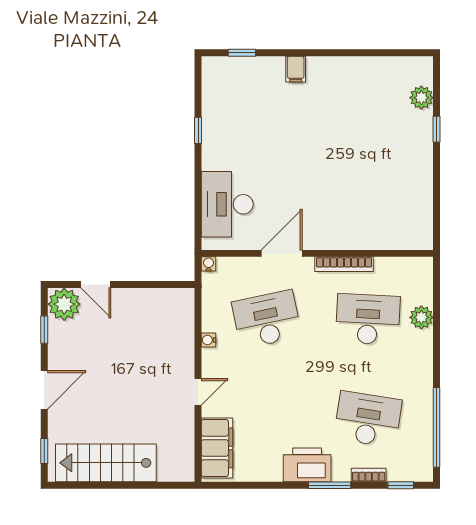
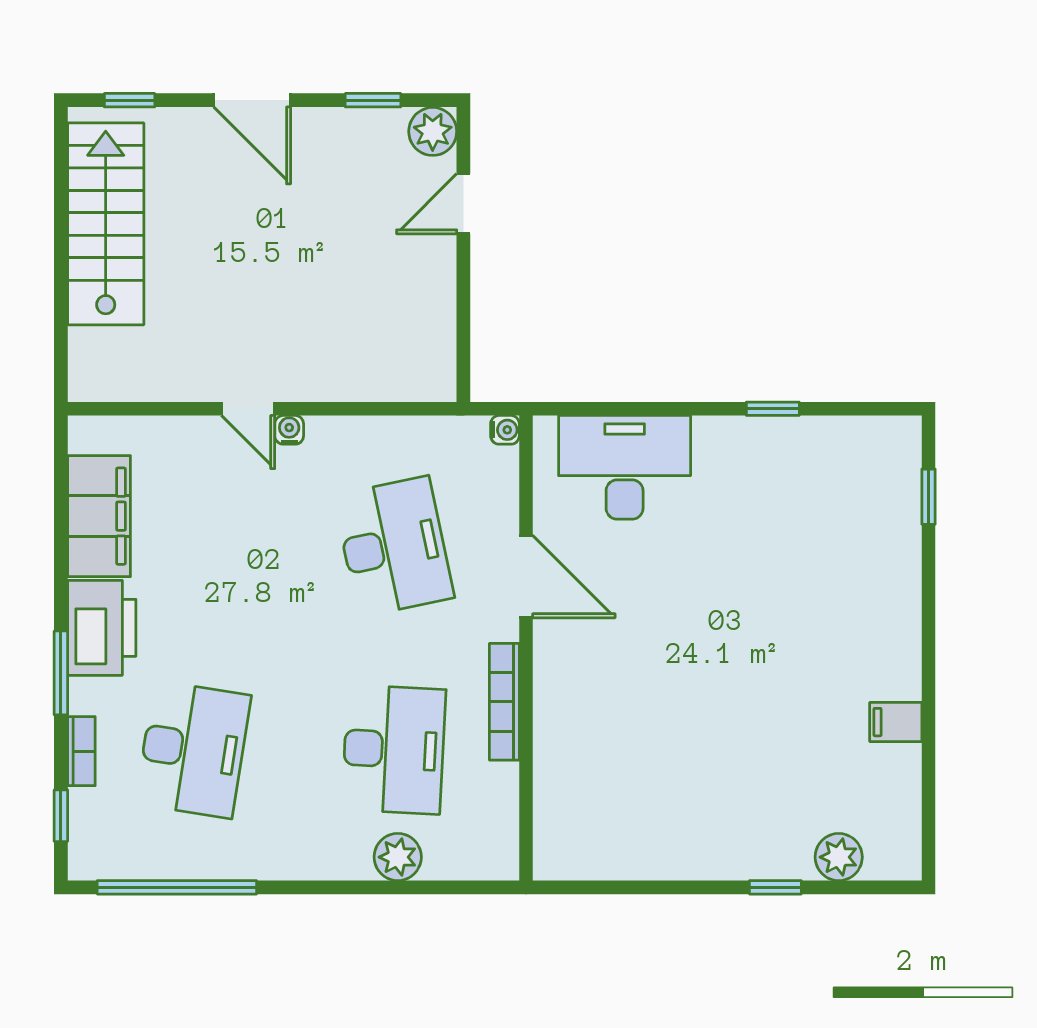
filing cabinet: (296, 69) -> (896, 722), moved
plant: (64, 304) -> (433, 131), width x0.73, depth x0.73
water cooler: (209, 340) -> (289, 430), moved
filing cabinet: (217, 448) -> (99, 516), moved, turned -90

